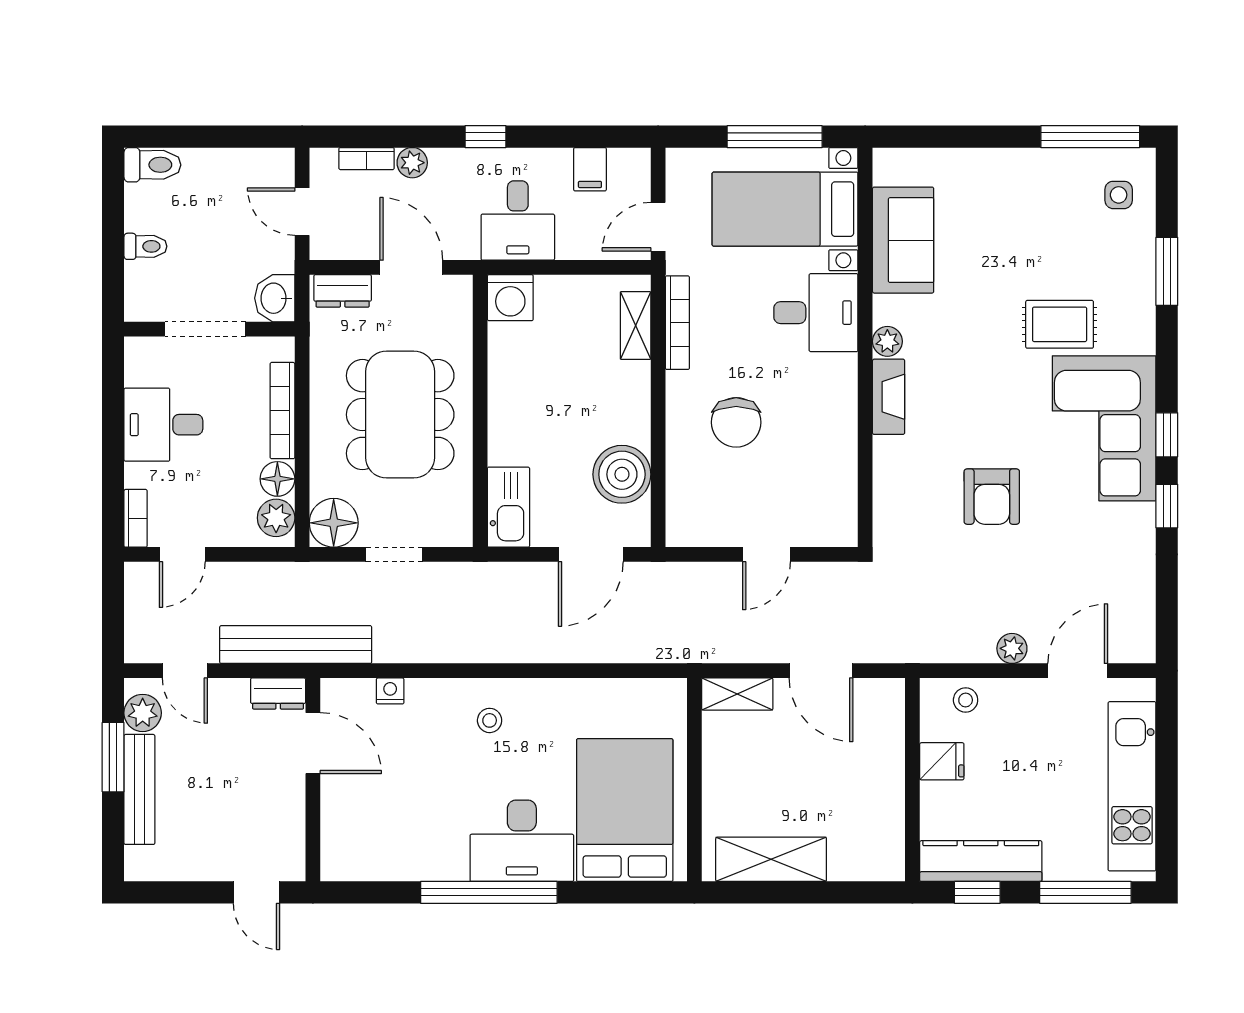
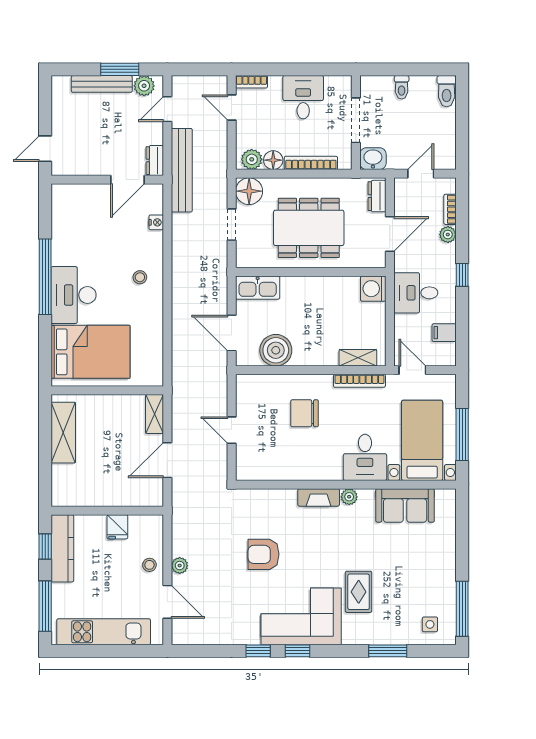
stool: (966, 700) -> (149, 565), moved

